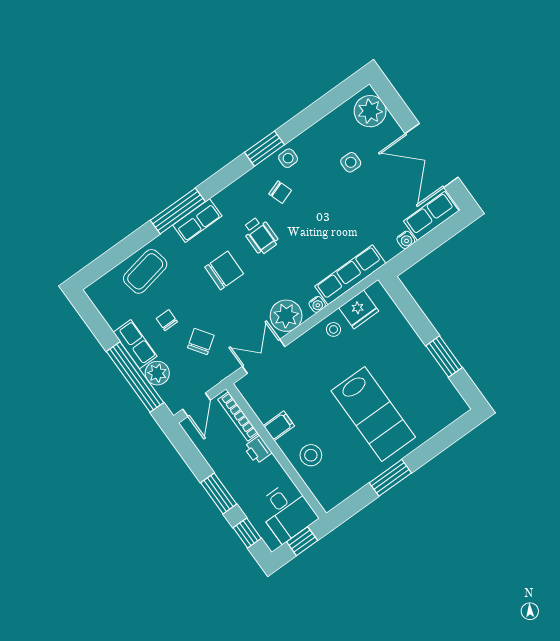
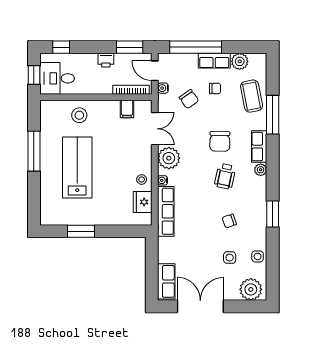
side table: (288, 158) -> (258, 256), moved
chair: (280, 192) -> (229, 221), moved
plant: (223, 200) -> (261, 170), added
window: (178, 211) -> (273, 115), moved
wheelchair: (260, 235) -> (225, 176), turned -78
water cooler: (406, 240) -> (163, 88), moved
plant: (157, 373) -> (240, 61), moved
lab bench: (373, 414) -> (77, 168), turned 90
filing cabinet: (279, 426) -> (127, 109), moved
printer: (258, 450) -> (106, 60), moved, turned 180
window: (390, 478) -> (34, 151), width x1.44
window: (219, 493) -> (130, 47), moved

